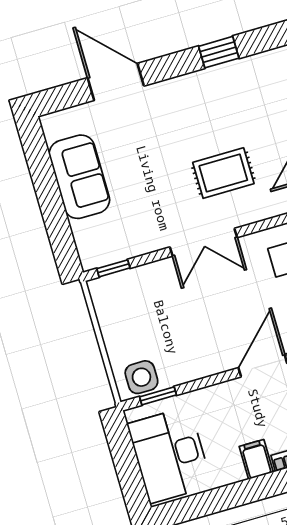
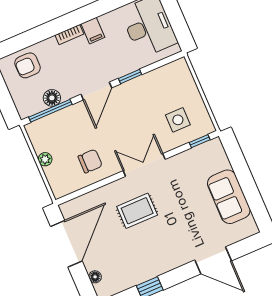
side table: (141, 377) -> (178, 120), moved
window: (158, 396) -> (130, 76), moved

